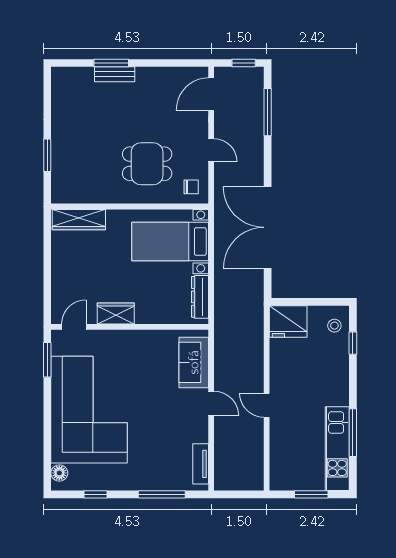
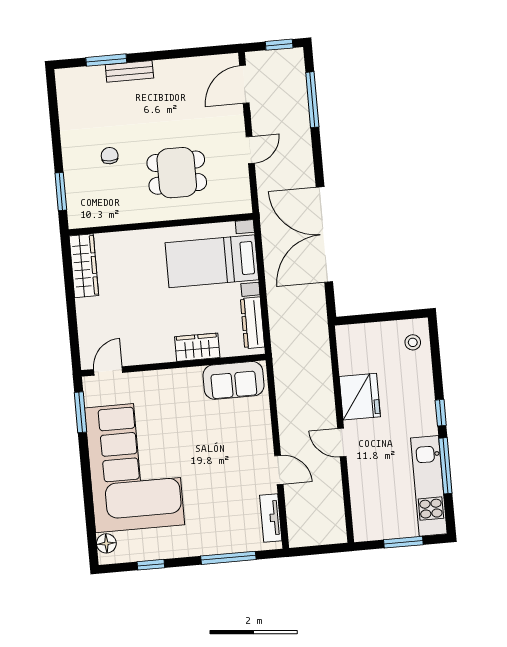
window: (111, 63) -> (106, 60), moved
door: (211, 150) -> (250, 150), hinge flipped
window: (47, 155) -> (61, 192), moved
chair: (191, 187) -> (110, 156), moved, turned -90
wardrobe: (79, 220) -> (84, 266), moved, turned -90
wardrobe: (116, 313) -> (197, 347), moved
fridge: (288, 321) -> (360, 397), moved, turned -90
window: (353, 343) -> (441, 413), moved
sofa: (194, 362) -> (233, 380), moved, turned -90
door: (211, 403) -> (279, 470), moved

